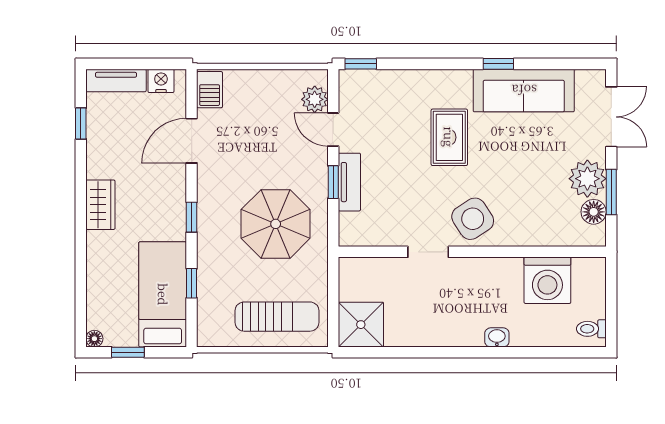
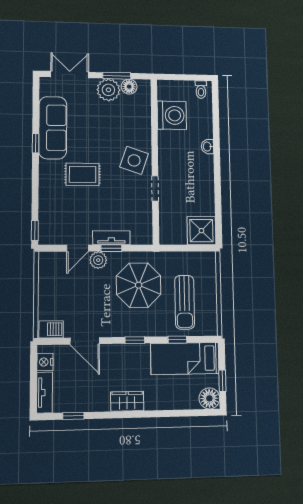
plant: (315, 99) -> (98, 260), moved
side table: (473, 219) -> (134, 160), turned -38
sun lounger: (277, 317) -> (185, 302), moved, turned 180
floor lamp: (94, 339) -> (209, 398), width x1.89, depth x1.89

